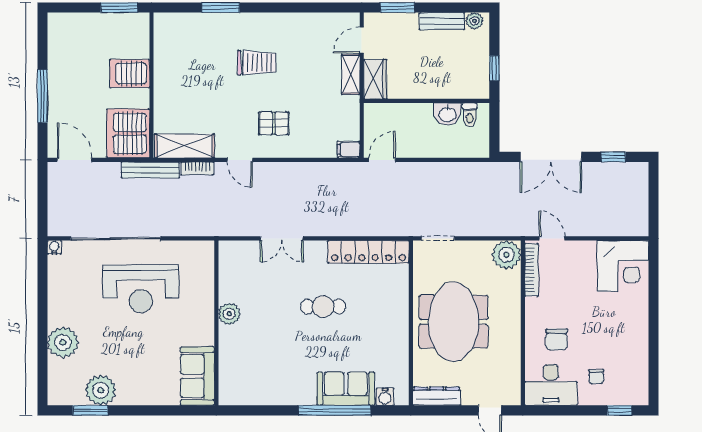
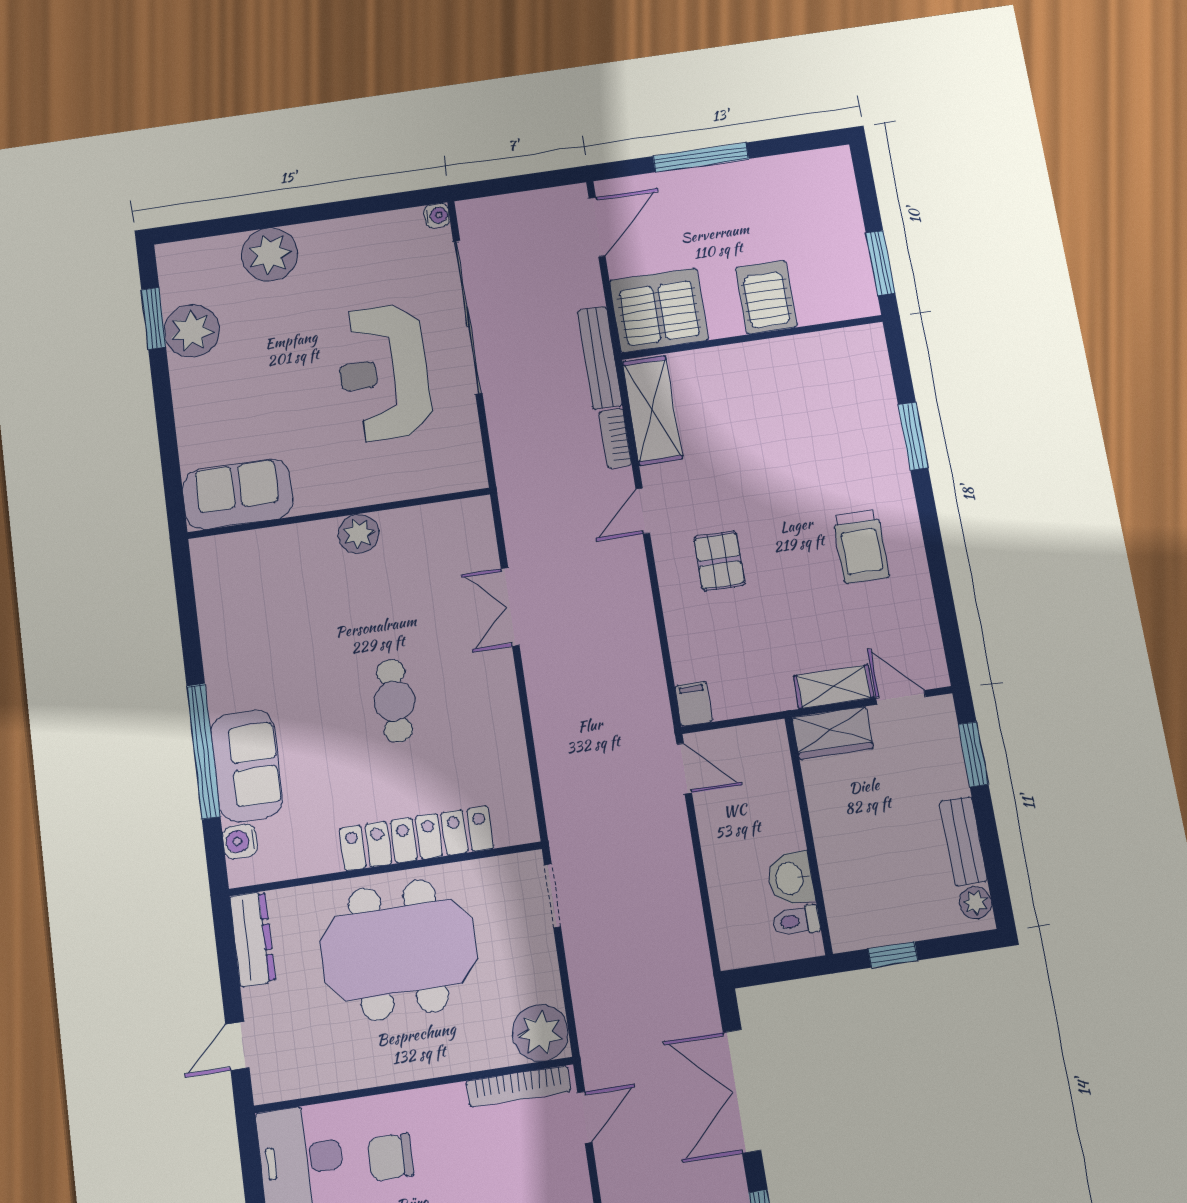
trolley: (257, 63) -> (861, 547), moved
locker: (368, 252) -> (416, 838), moved, turned 90

